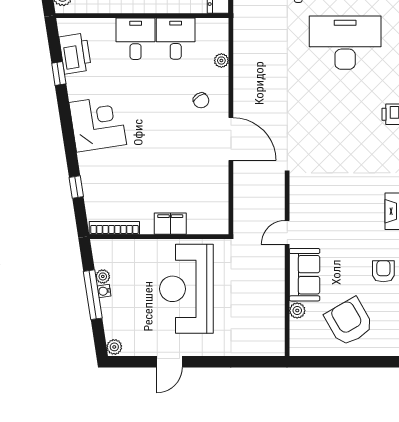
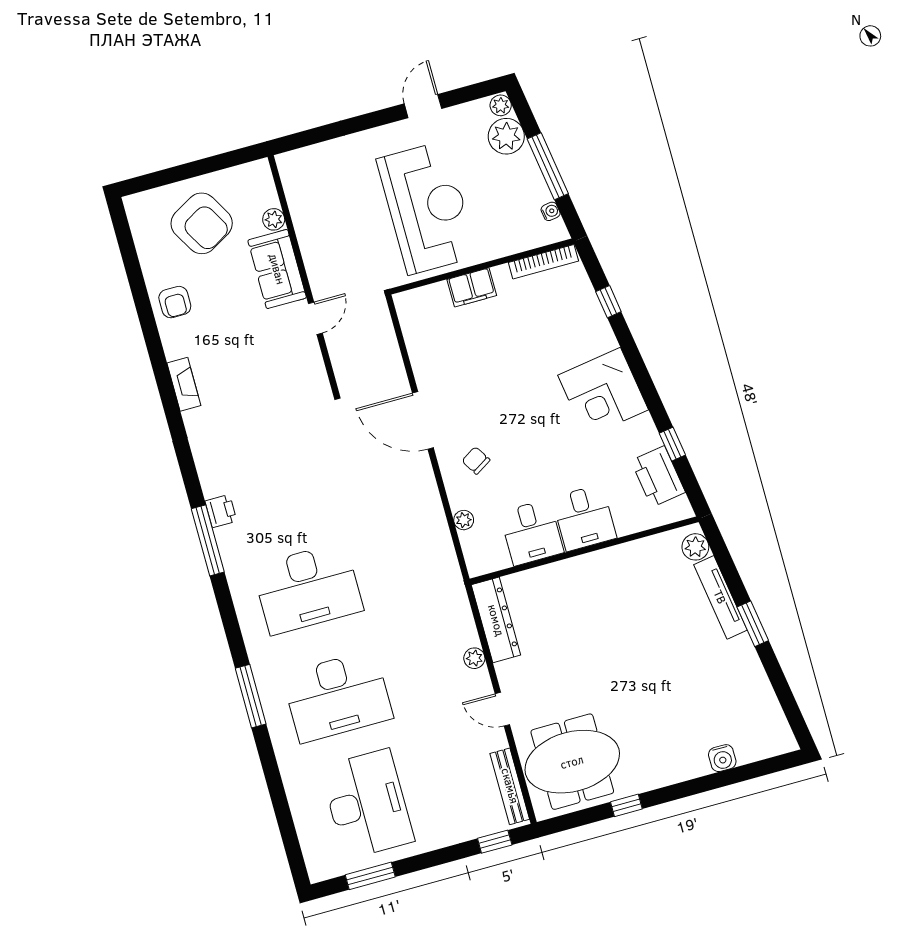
plant: (103, 276) -> (506, 136), moved, width x1.88, depth x1.88
water cooler: (104, 291) -> (551, 211), moved

